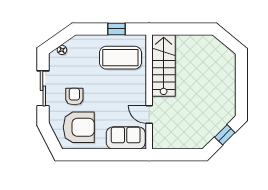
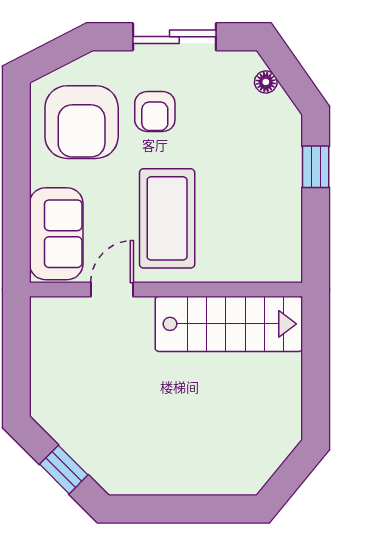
window: (116, 29) -> (316, 167), moved
coffee table: (120, 58) -> (167, 218), moved
armchair: (74, 97) -> (155, 111), turned 90

